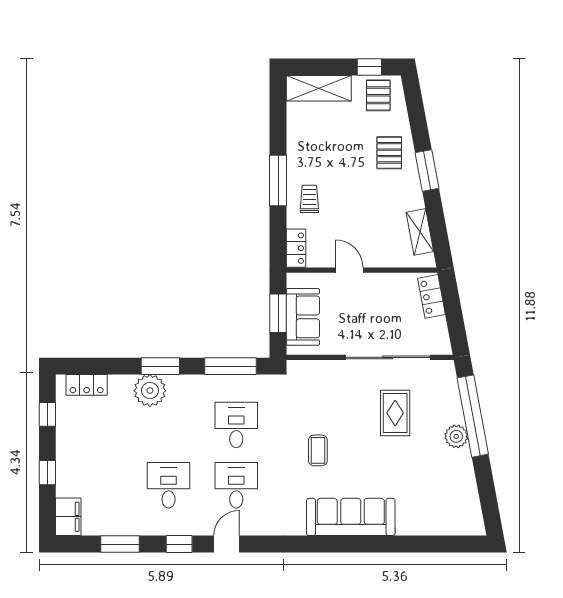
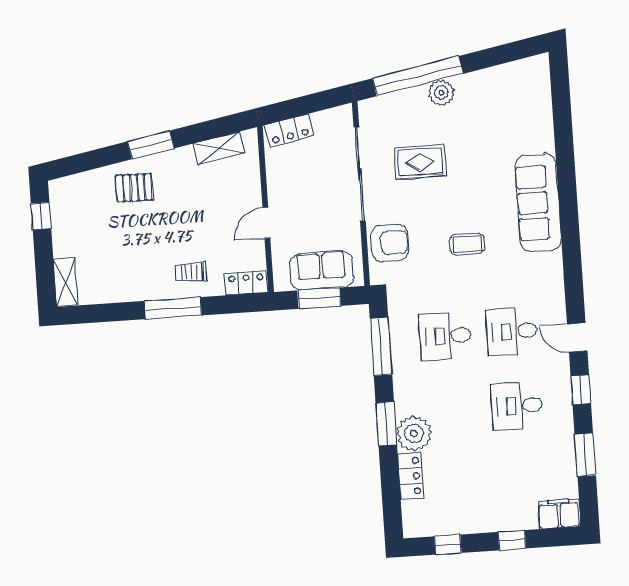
shelving: (319, 88) -> (65, 282), width x0.67, depth x0.75
pallet: (378, 95) -> (72, 204), removed
armchair: (324, 380) -> (390, 243), added
locker: (87, 385) -> (411, 476), moved

